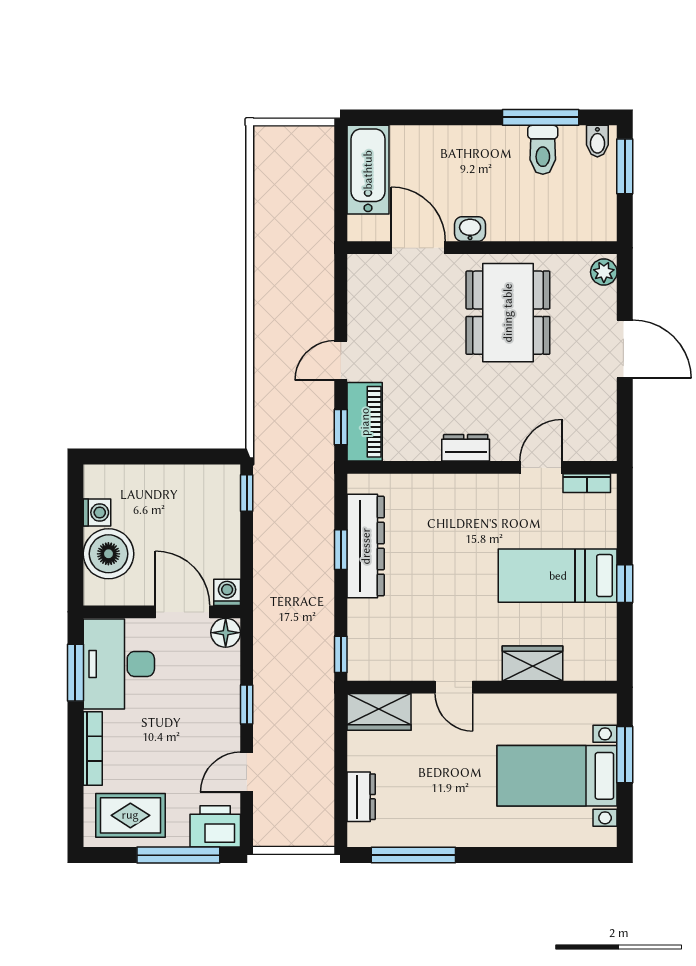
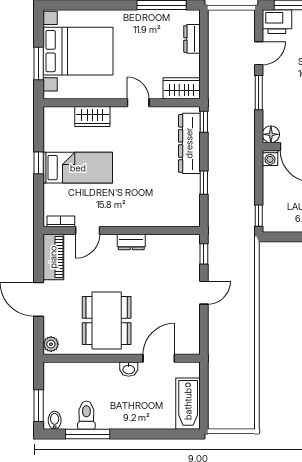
door: (418, 248) -> (159, 358), swing flipped
piano: (365, 422) -> (53, 257), moved, turned 180
dresser: (366, 546) -> (189, 143), moved
window: (247, 705) -> (259, 93), width x1.50
bed with nightstands: (557, 776) -> (78, 51), width x1.36

